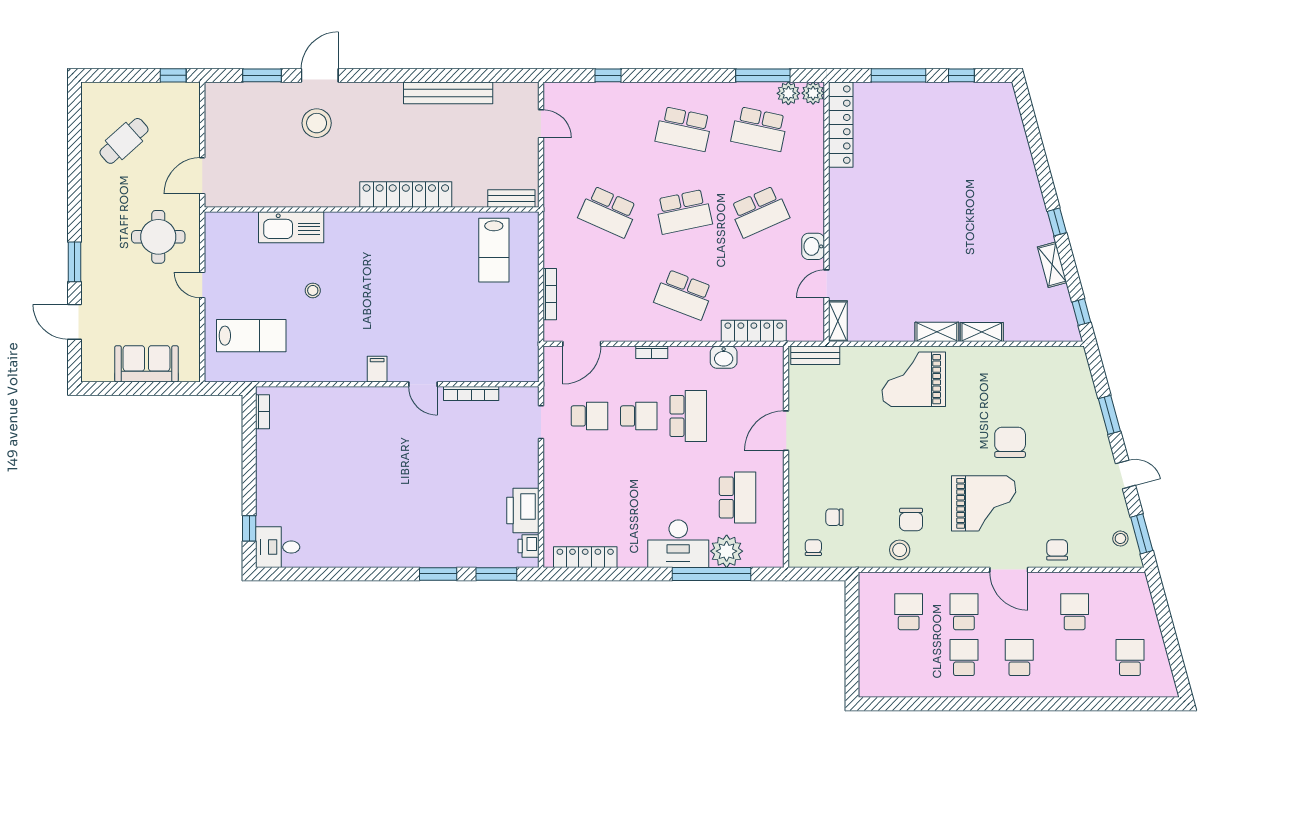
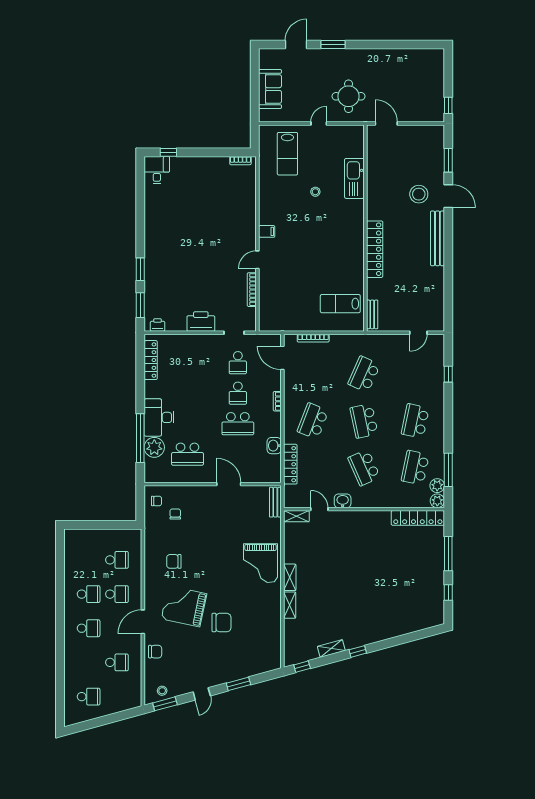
bench: (448, 93) -> (437, 238), moved
cafe table: (124, 141) -> (408, 75), removed
grand piano: (914, 379) -> (261, 563), turned 180
grand piano: (984, 503) -> (184, 606), turned 102
printer: (523, 511) -> (201, 322), moved
stool: (900, 550) -> (155, 554), removed

